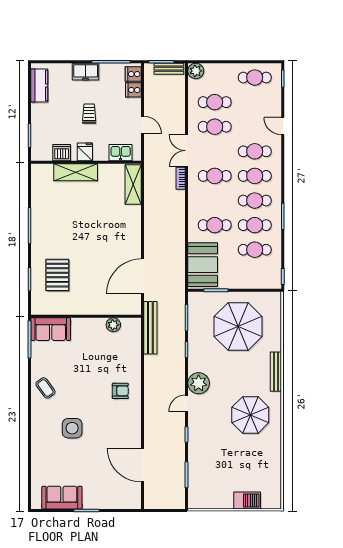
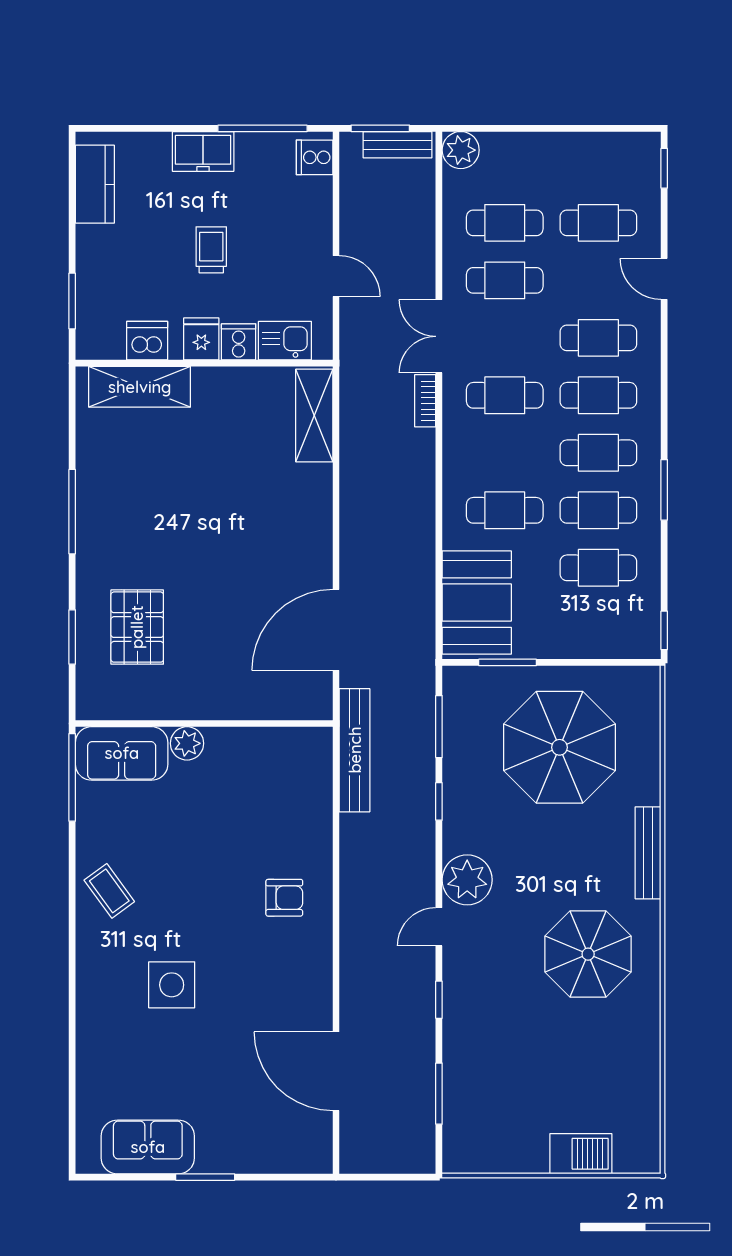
cafe table: (255, 78) -> (598, 223), moved
cooker: (133, 90) -> (239, 342), moved, turned 90
shelving: (76, 172) -> (140, 387), moved
plant: (113, 325) -> (187, 743), moved

